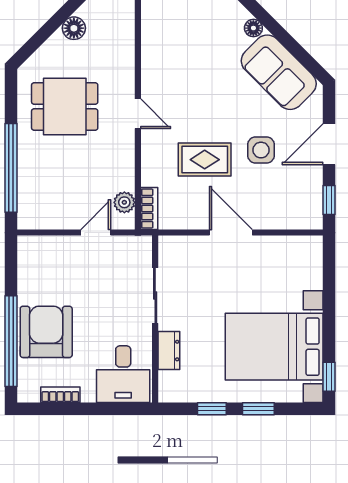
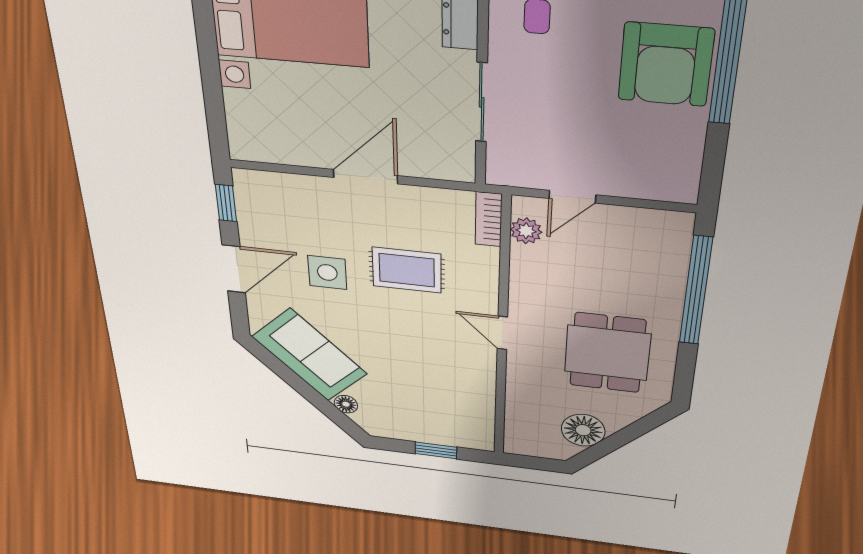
floor lamp: (74, 28) -> (583, 430), width x1.38, depth x1.38
dining table: (65, 106) -> (607, 353), turned 90
door: (231, 233) -> (365, 177), swing flipped

